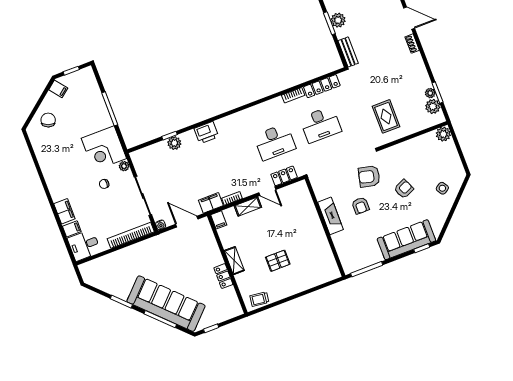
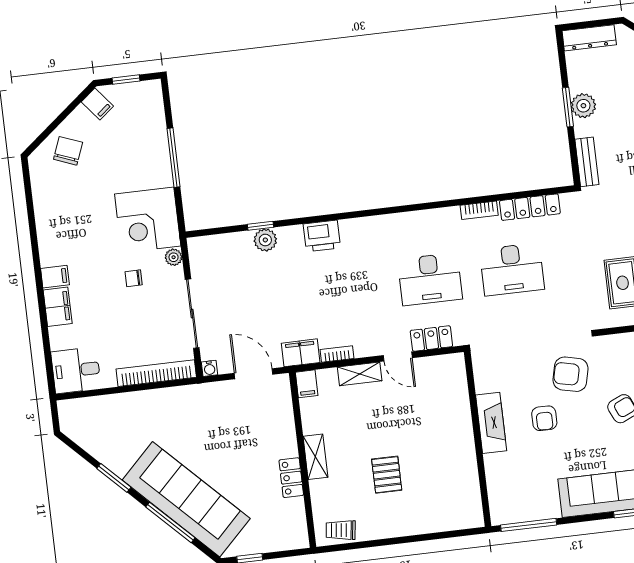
filing cabinet: (72, 229) -> (55, 277), moved
pallet: (278, 261) -> (387, 475), turned 90

